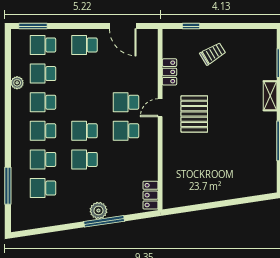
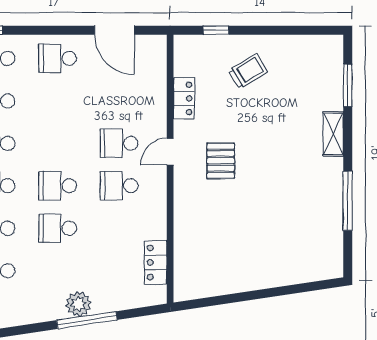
pallet: (194, 114) -> (221, 161), width x0.67, depth x0.71
locker: (151, 195) -> (156, 262), moved

